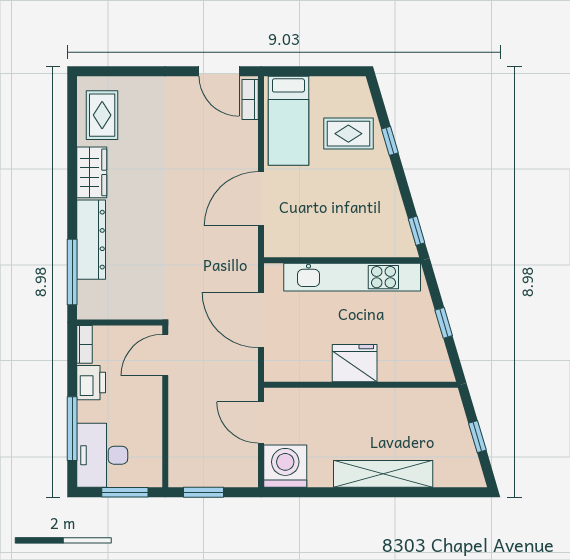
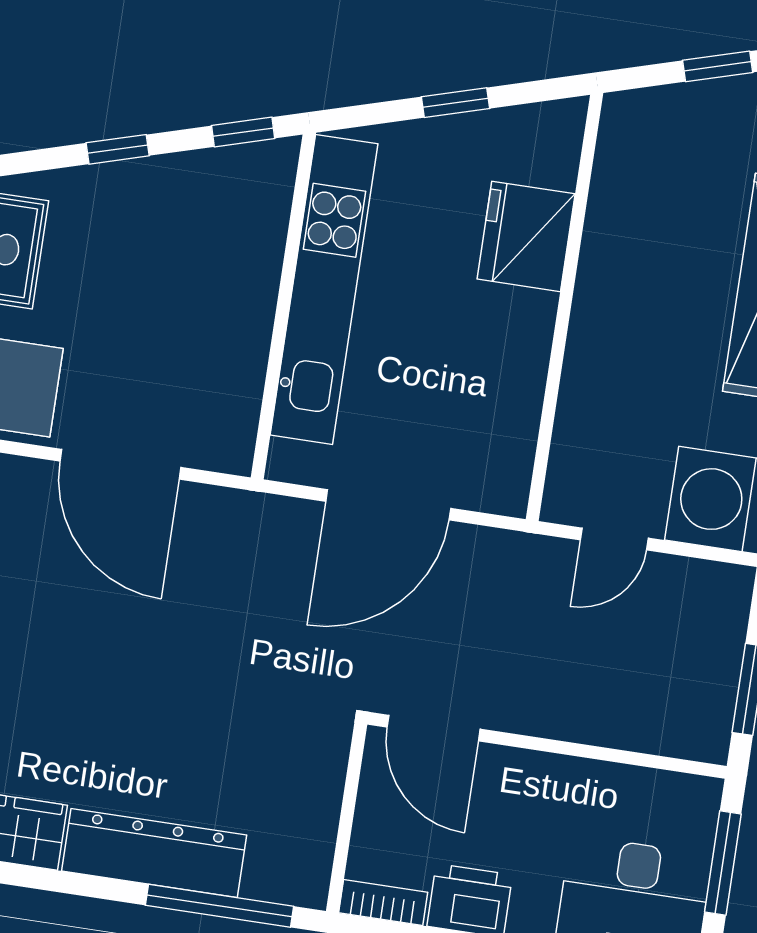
window: (390, 141) -> (118, 149), moved
fridge: (355, 363) -> (526, 236), moved
door: (261, 422) -> (614, 539), width x0.73

